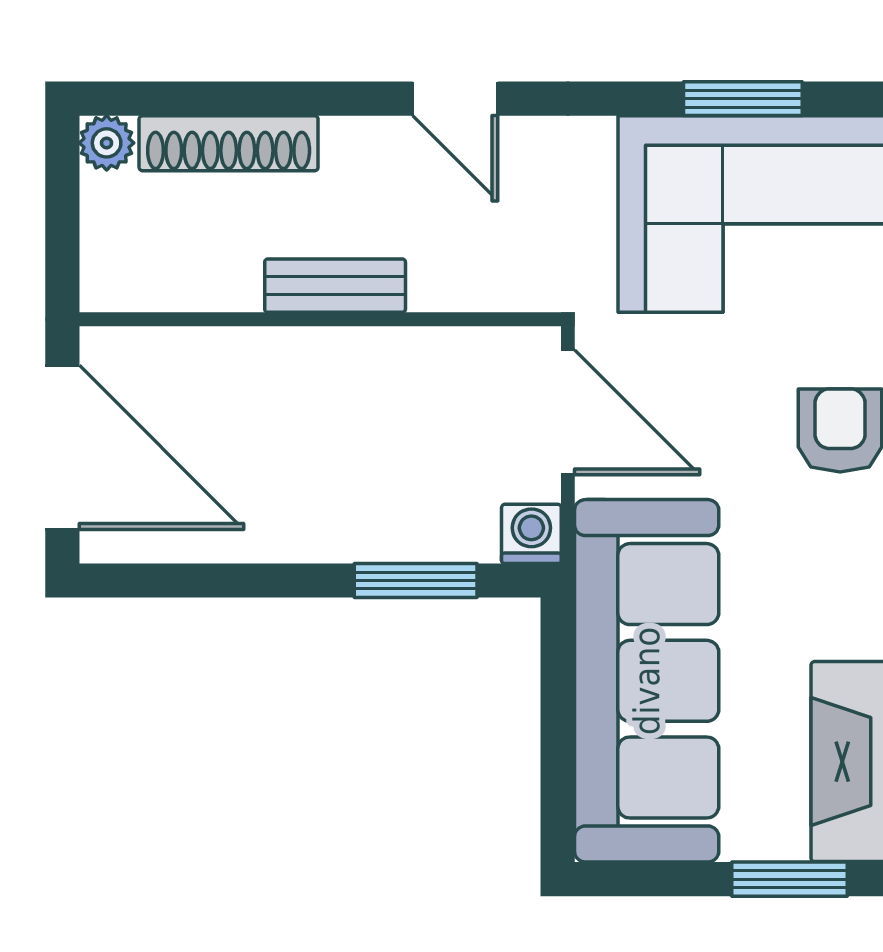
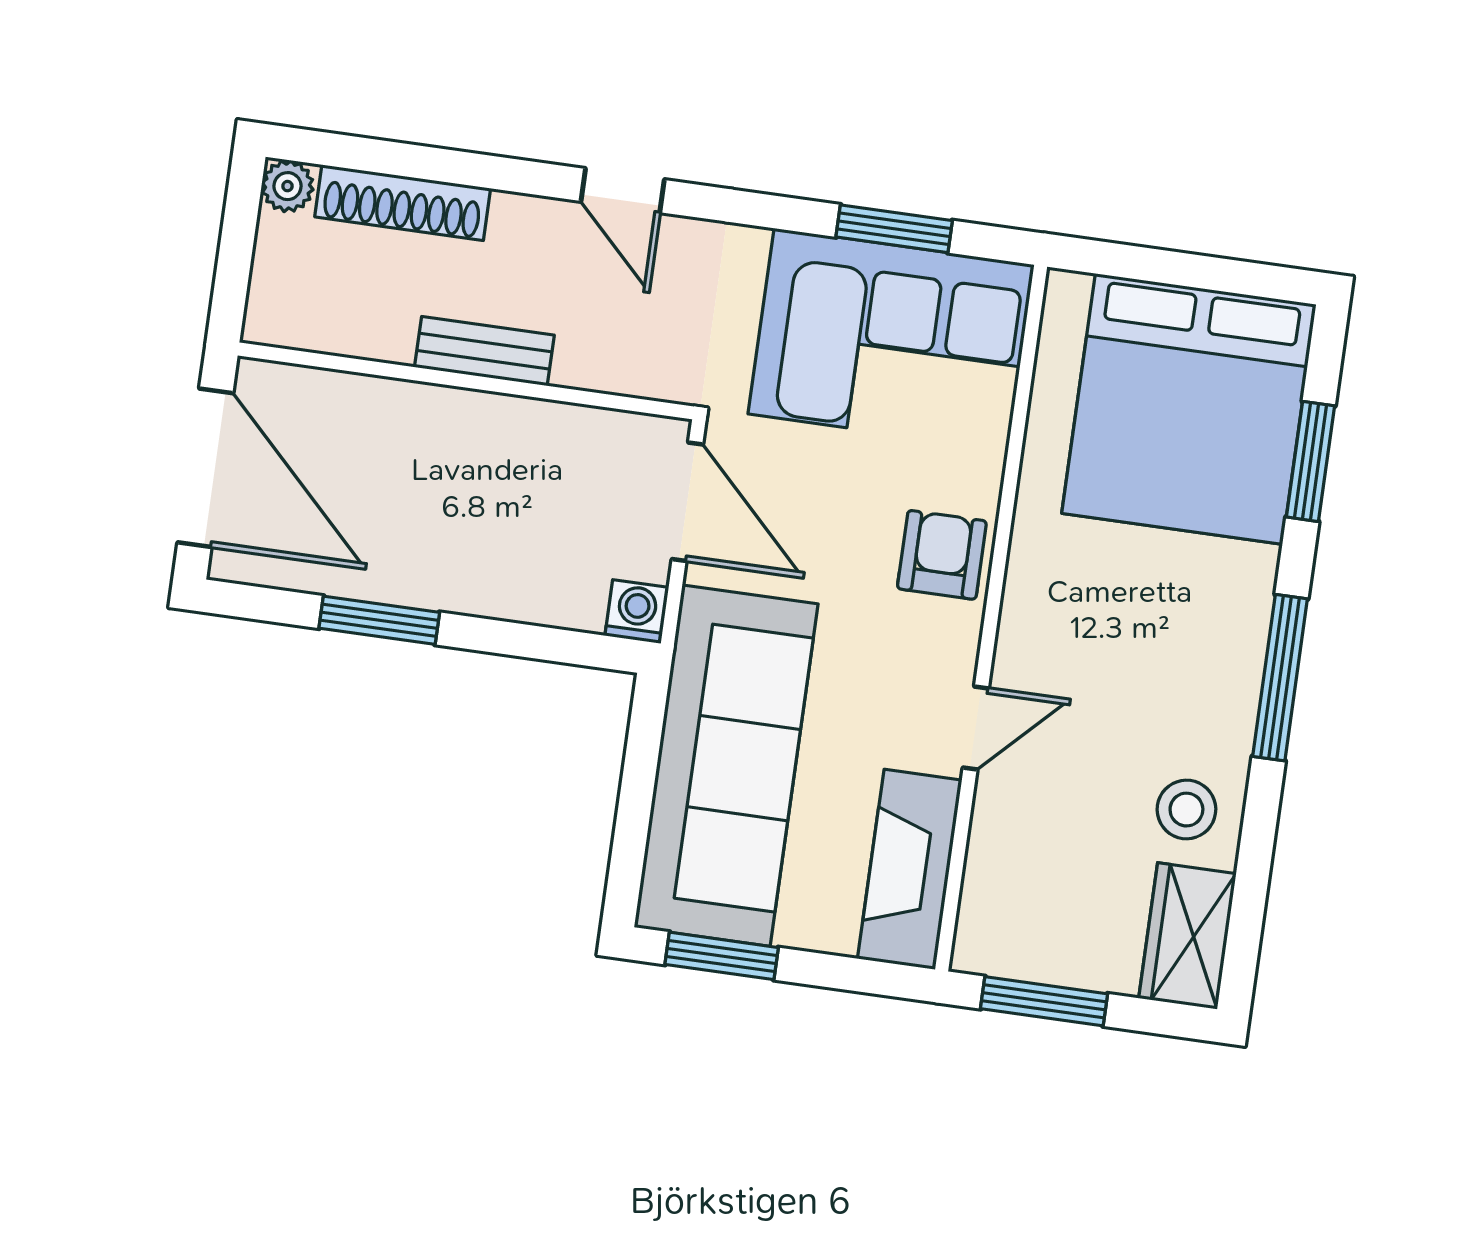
window: (416, 581) -> (379, 620), moved
window: (790, 879) -> (722, 956), moved

